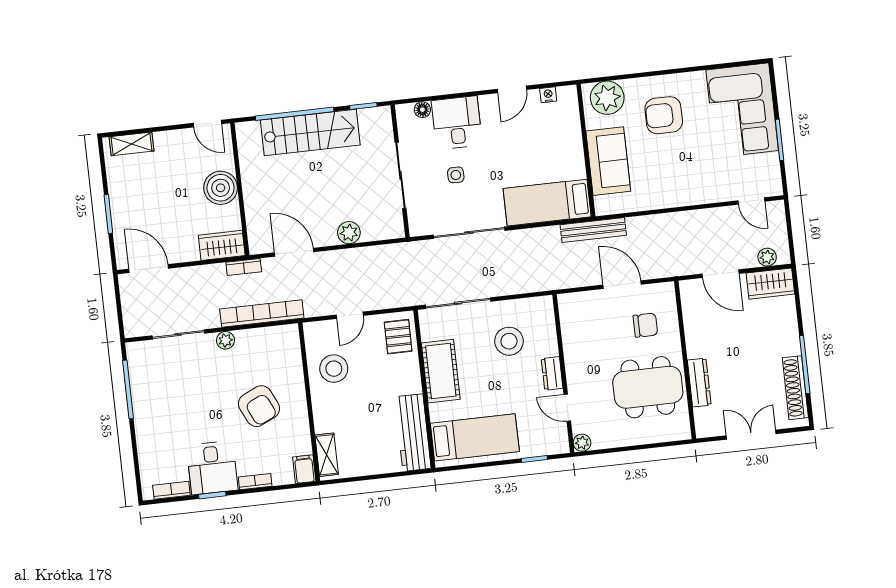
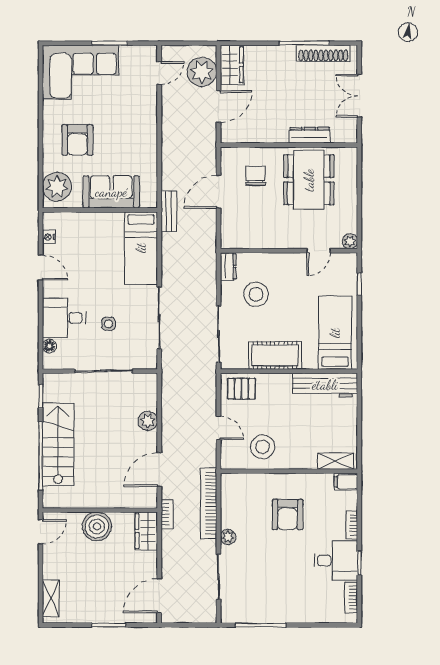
bench: (593, 230) -> (169, 211), width x0.73
plant: (767, 257) -> (202, 72), width x1.88, depth x1.88
dresser: (552, 373) -> (228, 266), moved, turned -90
armchair: (259, 406) -> (288, 515), turned 115

